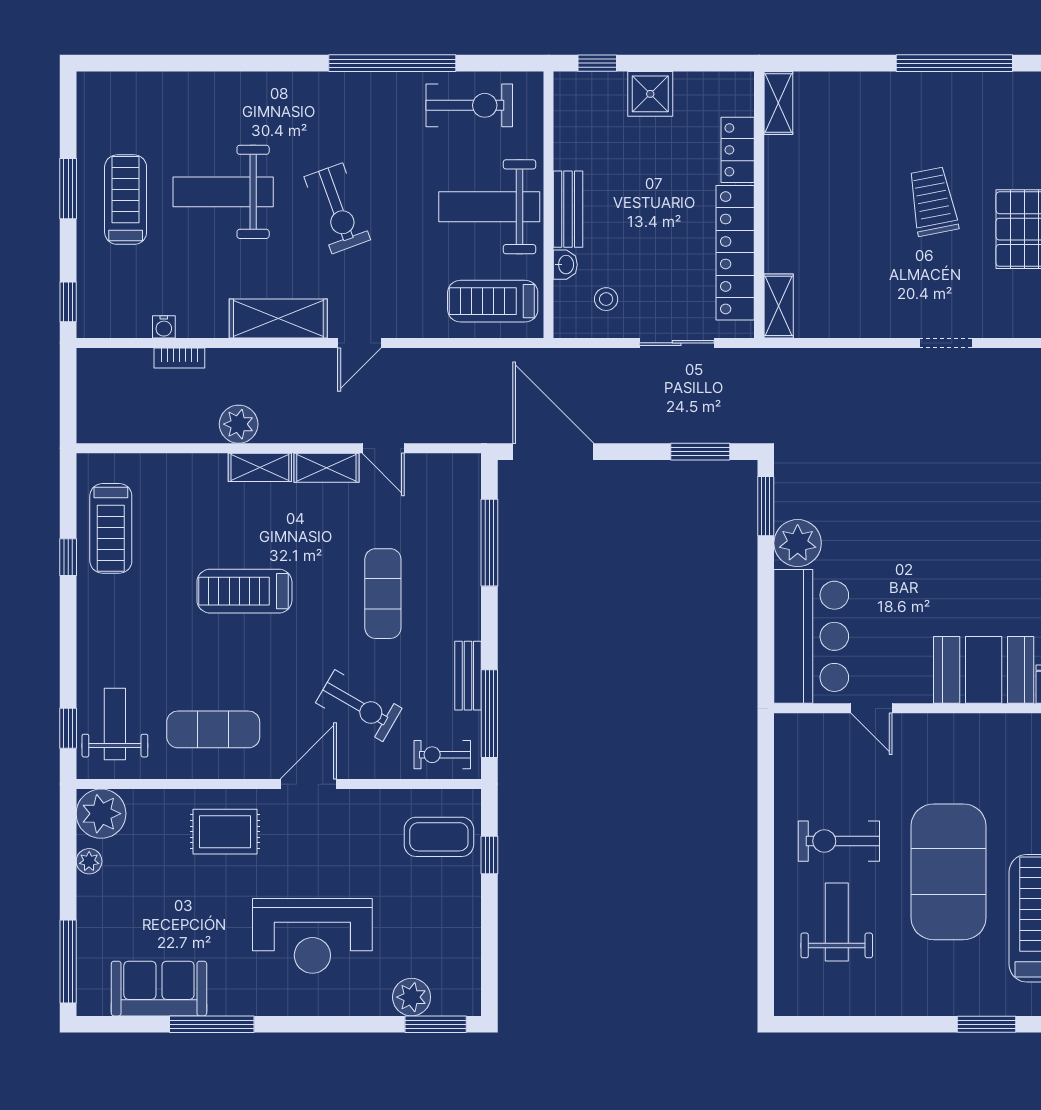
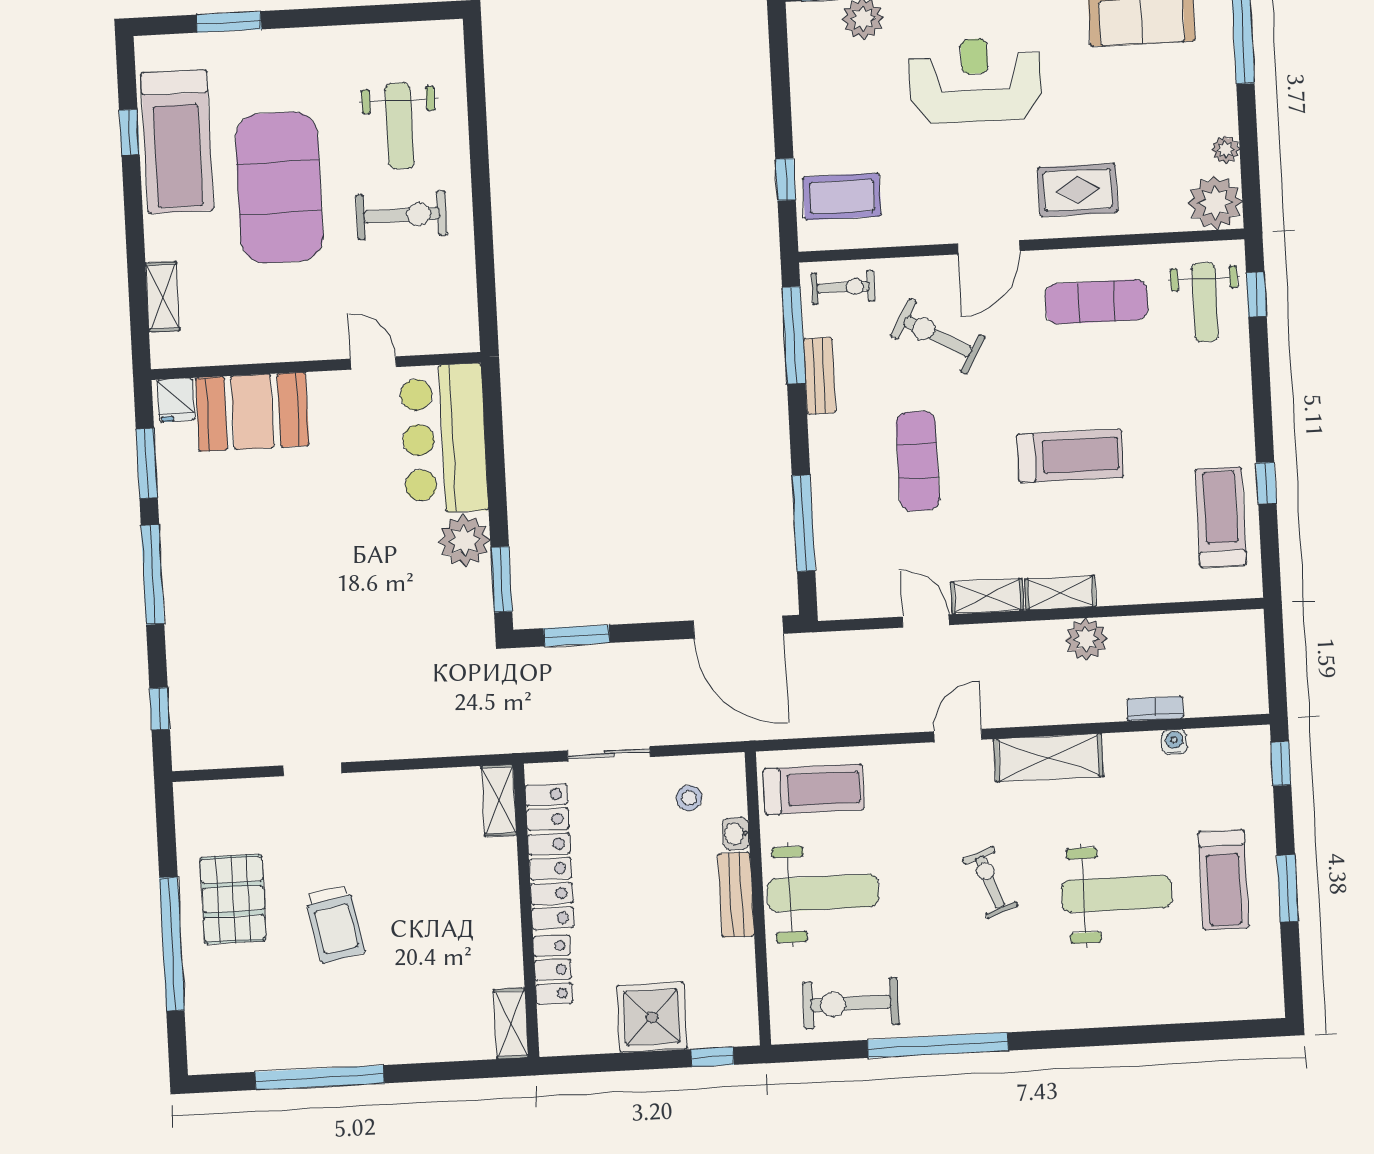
shower: (650, 94) -> (652, 1017), width x1.36, depth x1.36
exercise bike: (337, 208) -> (990, 882), width x0.73, depth x0.72

